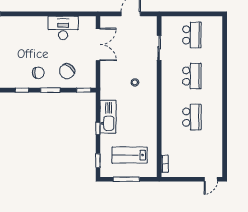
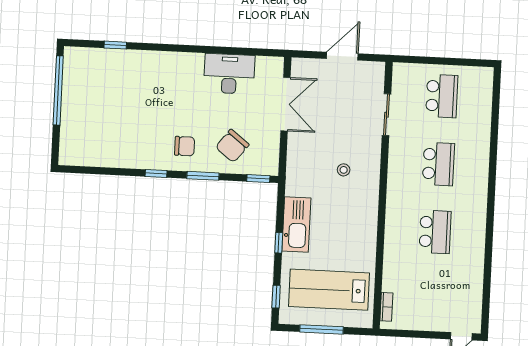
lab bench: (130, 155) -> (329, 290), width x1.36, depth x1.39

